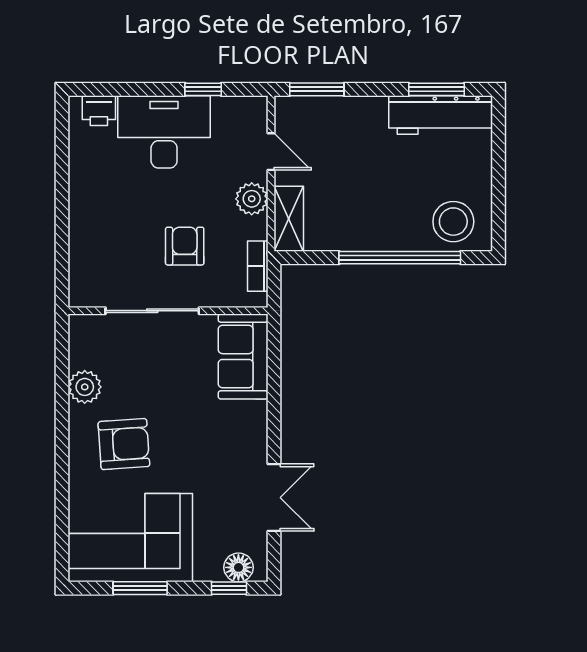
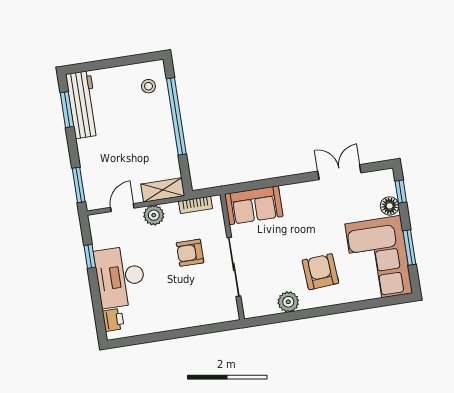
stool: (453, 222) -> (148, 86), width x0.53, depth x0.53
floor lamp: (238, 567) -> (390, 206), moved

